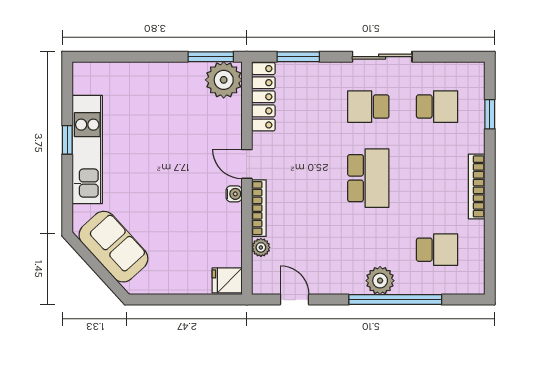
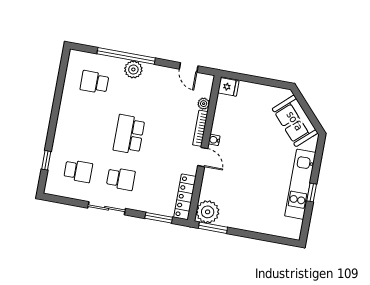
school desk: (437, 107) -> (78, 171), turned 180
bookcase: (477, 186) -> (63, 117), removed

